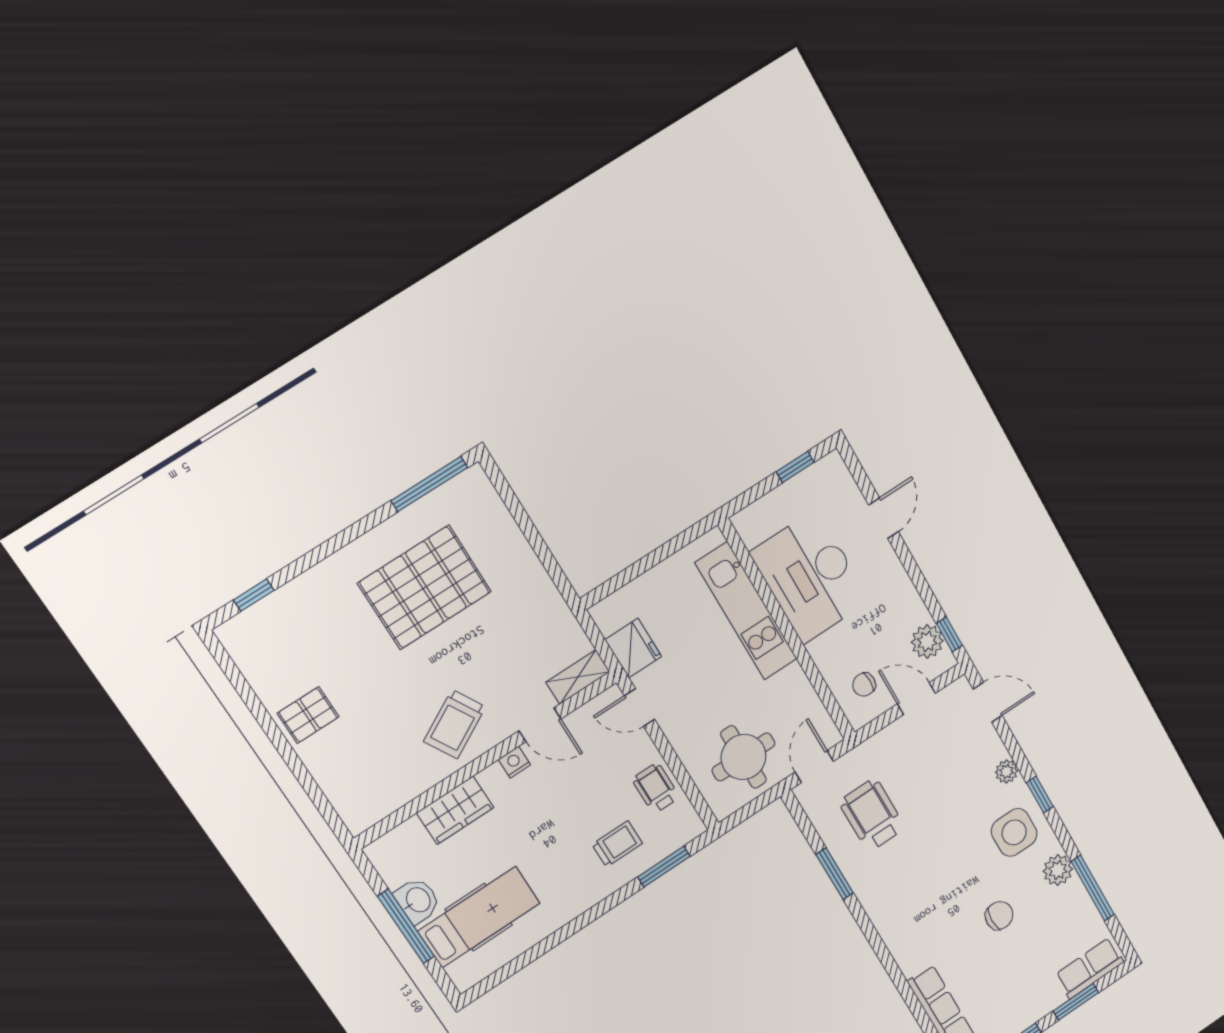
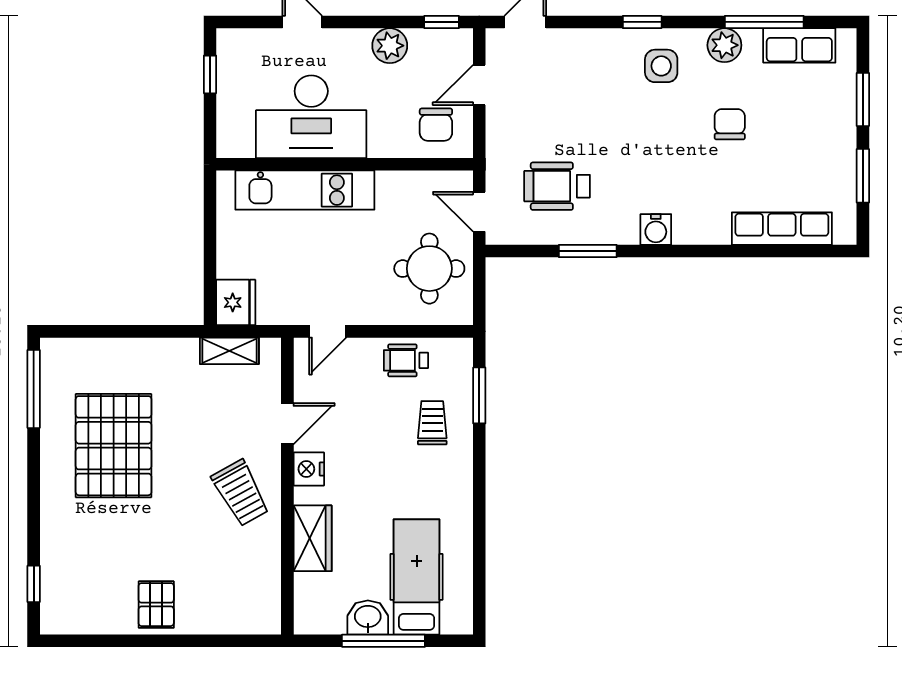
plant: (927, 641) -> (390, 46), moved
fridge: (633, 648) -> (236, 302), moved, turned 90
shelving: (578, 677) -> (229, 351), moved, turned 90
chair: (864, 685) -> (436, 125), width x1.37, depth x1.37
nightstand: (514, 762) -> (309, 469), width x1.39, depth x1.35
plant: (1007, 772) -> (600, 41), removed
side table: (1014, 832) -> (661, 66), width x0.73, depth x0.73
water cooler: (884, 915) -> (656, 229), added
row of seats: (1090, 968) -> (799, 45), moved, turned -90

